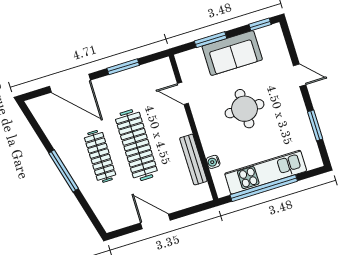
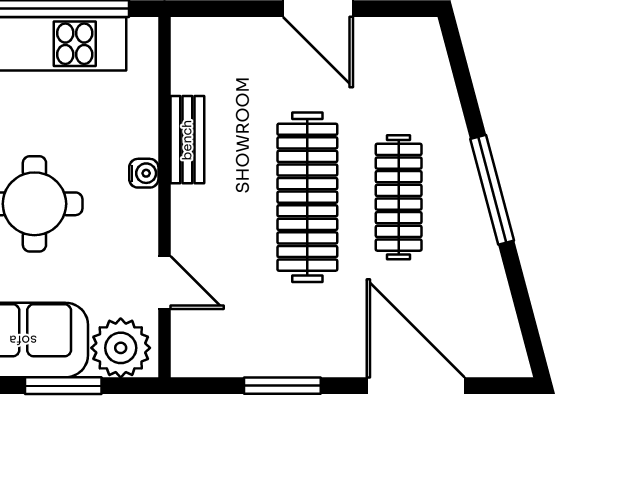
plant: (192, 62) -> (121, 348), added
bench: (193, 160) -> (187, 140), width x0.73
water cooler: (213, 162) -> (144, 173), moved

